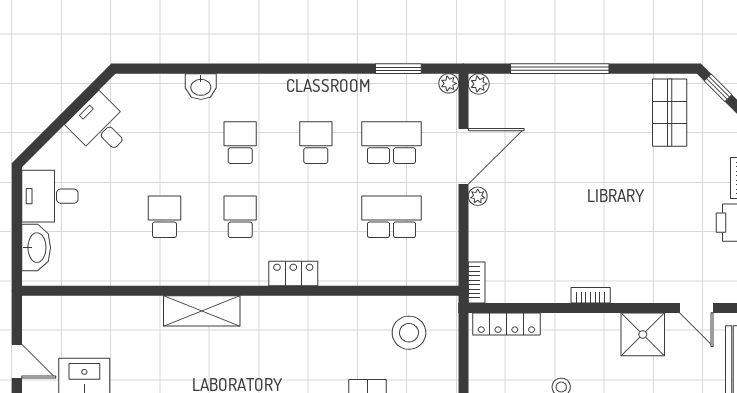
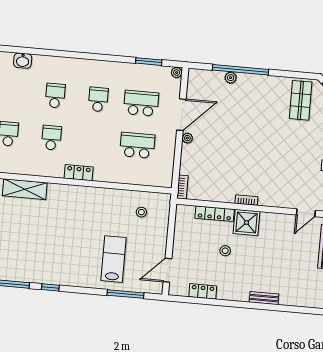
plant: (479, 84) -> (231, 78), moved
washbasin: (201, 87) -> (23, 61), moved
door: (696, 308) -> (306, 213), hinge flipped
locker: (506, 324) -> (215, 214), moved
stool: (409, 333) -> (141, 212), width x0.53, depth x0.53
shower: (643, 334) -> (247, 223), moved

